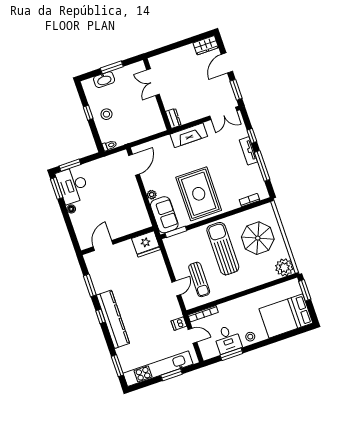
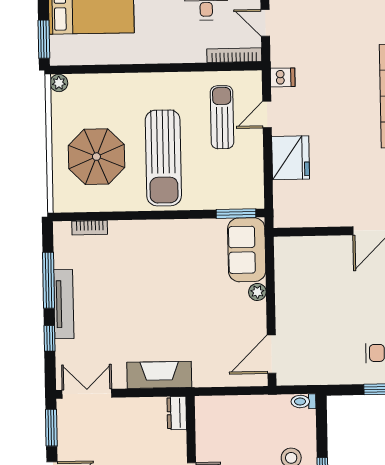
tv unit: (248, 151) -> (64, 304), width x1.41
rug: (199, 194) -> (175, 267), removed
fridge: (146, 244) -> (291, 158), moved, turned 90
plant: (284, 267) -> (59, 83), width x0.53, depth x0.53
dishwasher: (179, 324) -> (283, 77), moved

